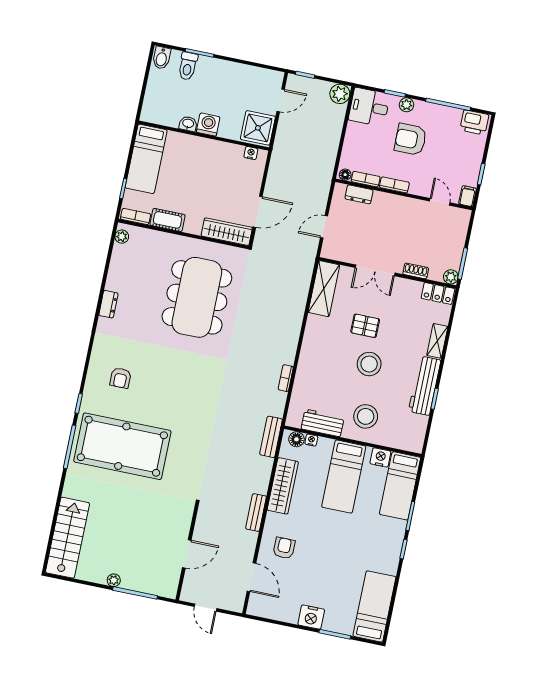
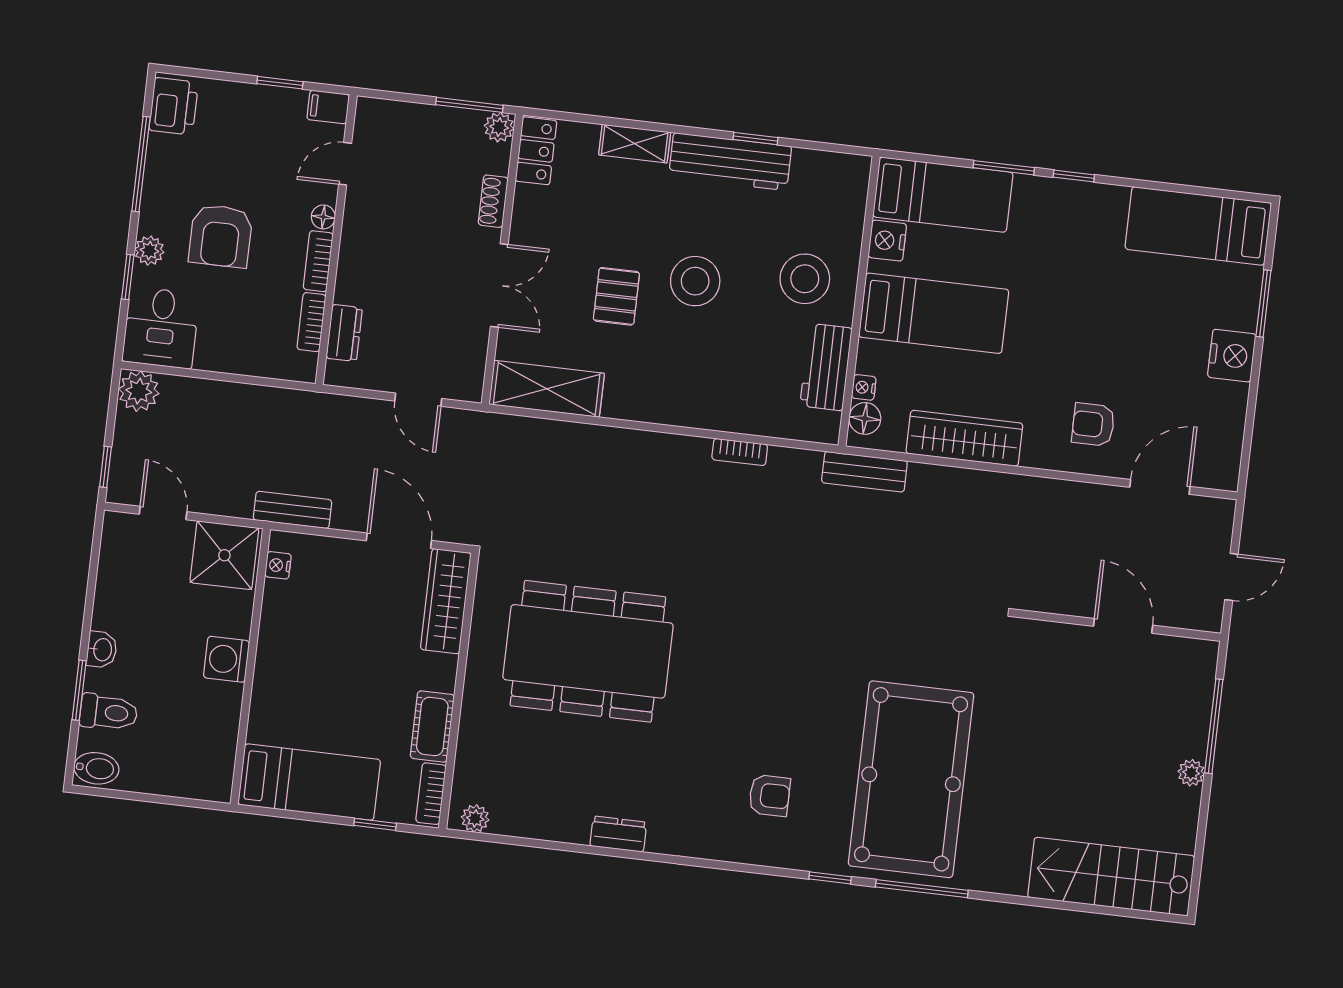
washbasin: (188, 124) -> (102, 650), moved, turned 180
floor lamp: (345, 175) -> (323, 217), moved
bench: (256, 513) -> (293, 510), moved

